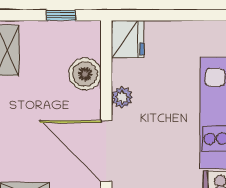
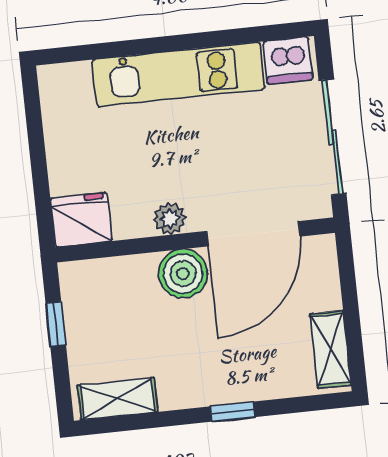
boiler: (85, 74) -> (183, 274), moved

